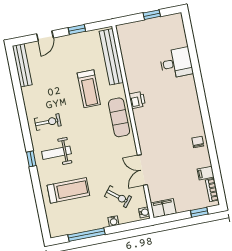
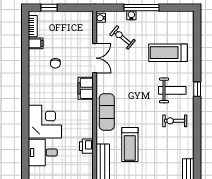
treadmill: (89, 89) -> (130, 145), turned 180
corner desk: (180, 95) -> (45, 122), added
printer: (137, 100) -> (86, 146), moved
chair: (198, 142) -> (55, 63), moved
filing cabinet: (163, 208) -> (86, 88), moved, turned 90
window: (87, 235) -> (142, 8), moved

